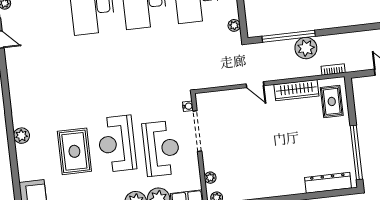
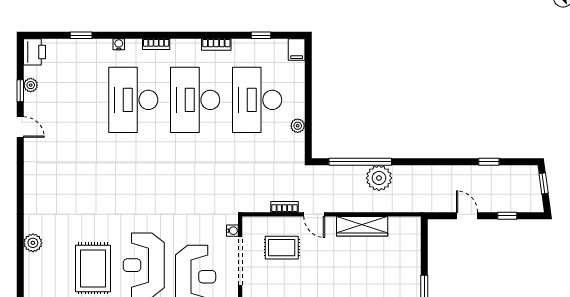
plant: (234, 25) -> (298, 126), moved
bookcase: (333, 69) -> (285, 207), moved
rug: (332, 101) -> (282, 248), moved, turned 90

